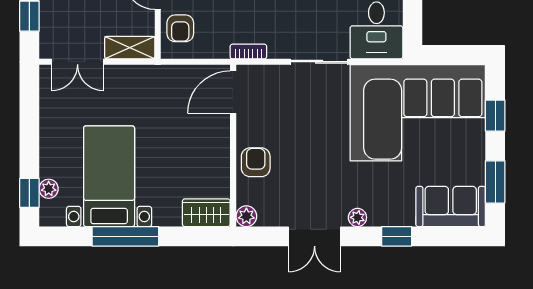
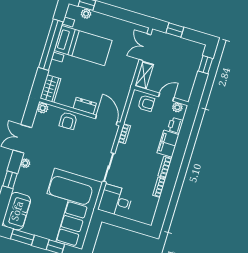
armchair: (180, 28) -> (146, 103), turned 180
dresser: (219, 140) -> (85, 106), added
armchair: (256, 162) -> (68, 121), turned 89
window: (125, 236) -> (51, 45), width x1.46

